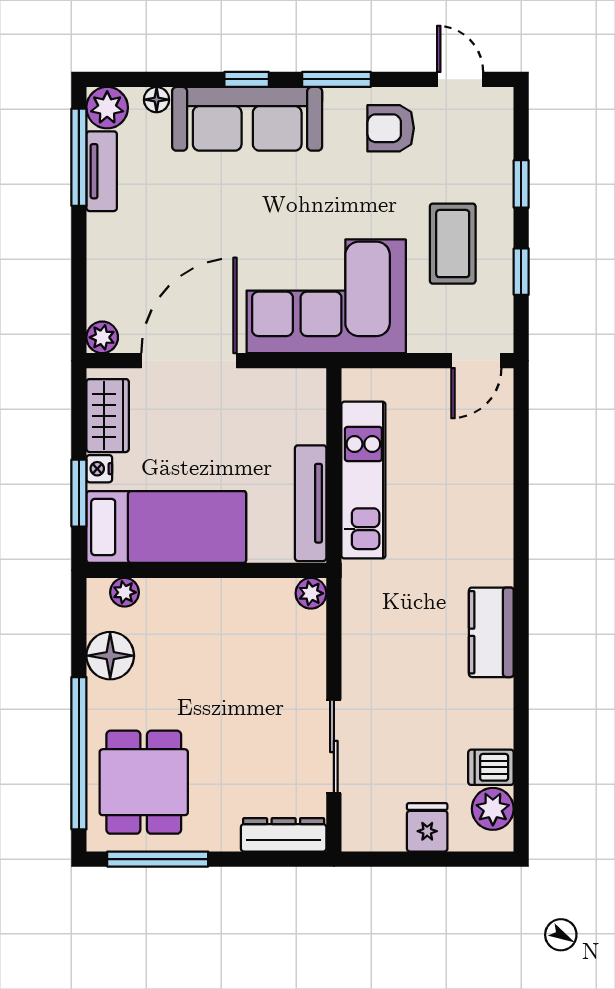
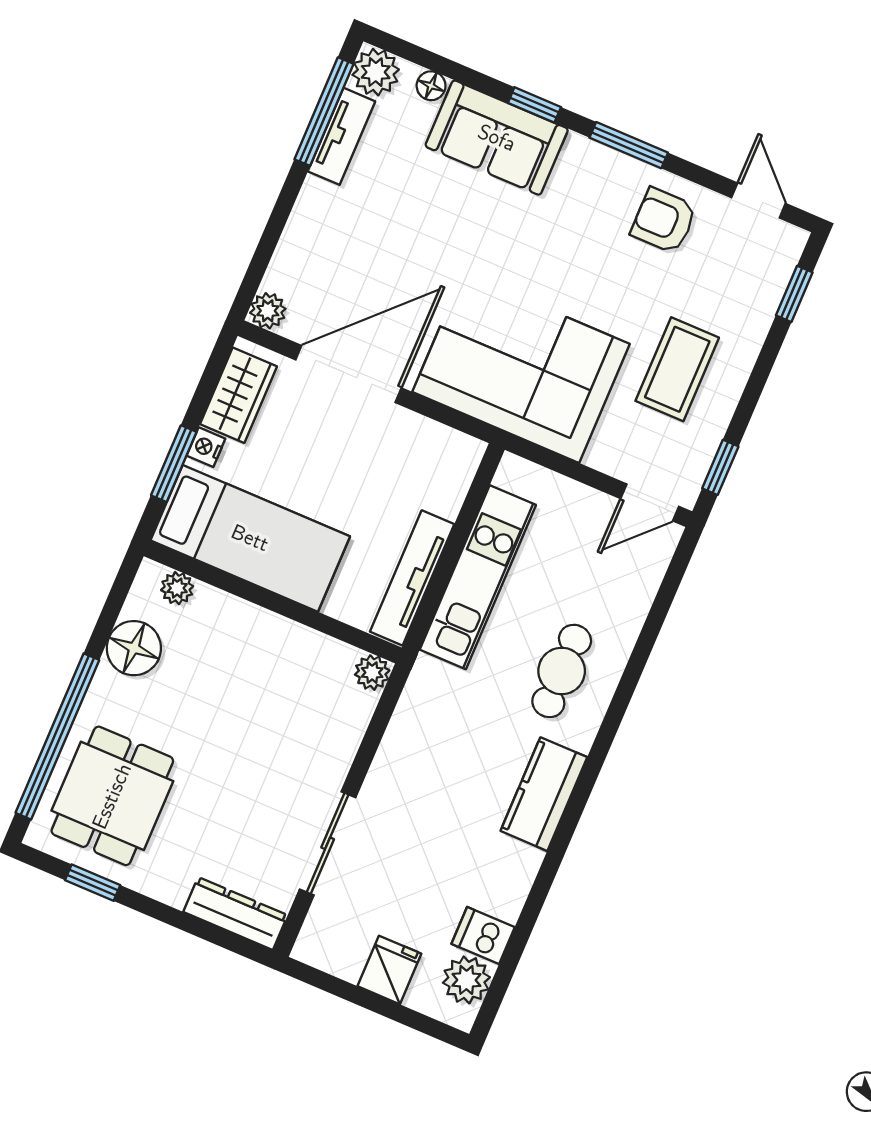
sofa: (247, 119) -> (497, 138), width x0.73
window: (521, 184) -> (794, 294), moved
window: (521, 272) -> (720, 467), moved
cafe table: (463, 527) -> (562, 671), added
window: (158, 859) -> (93, 883), width x0.46

